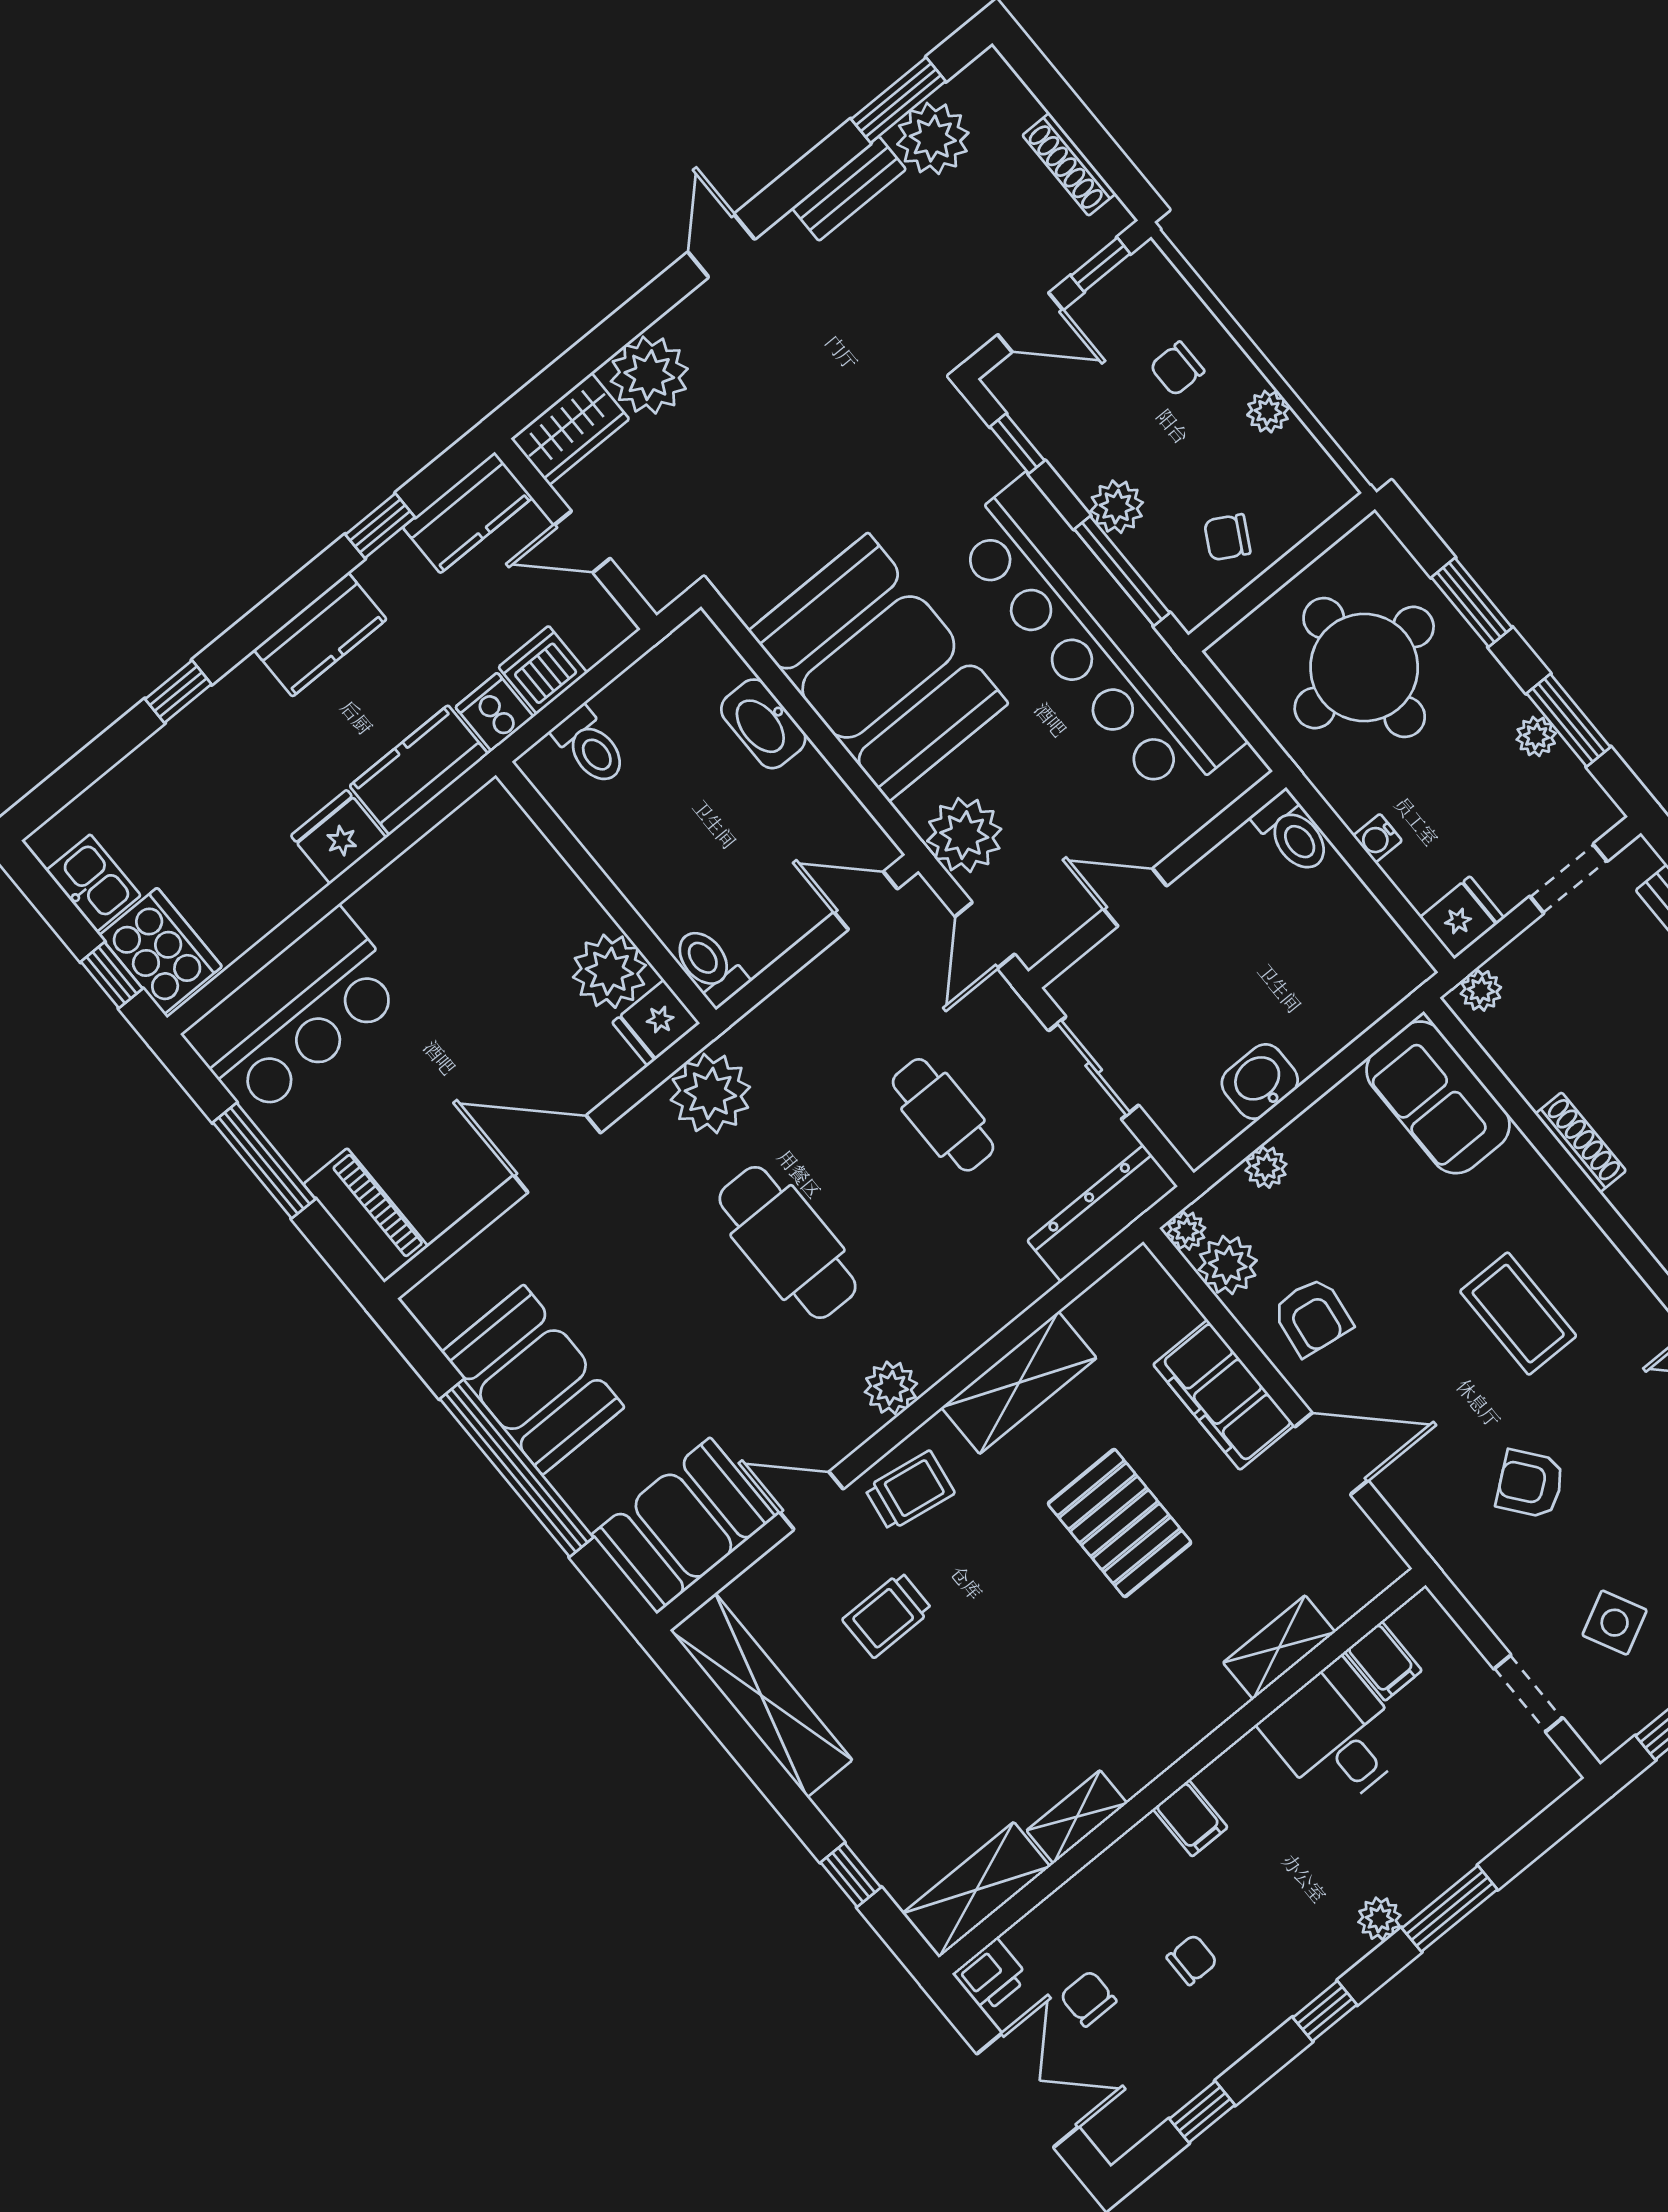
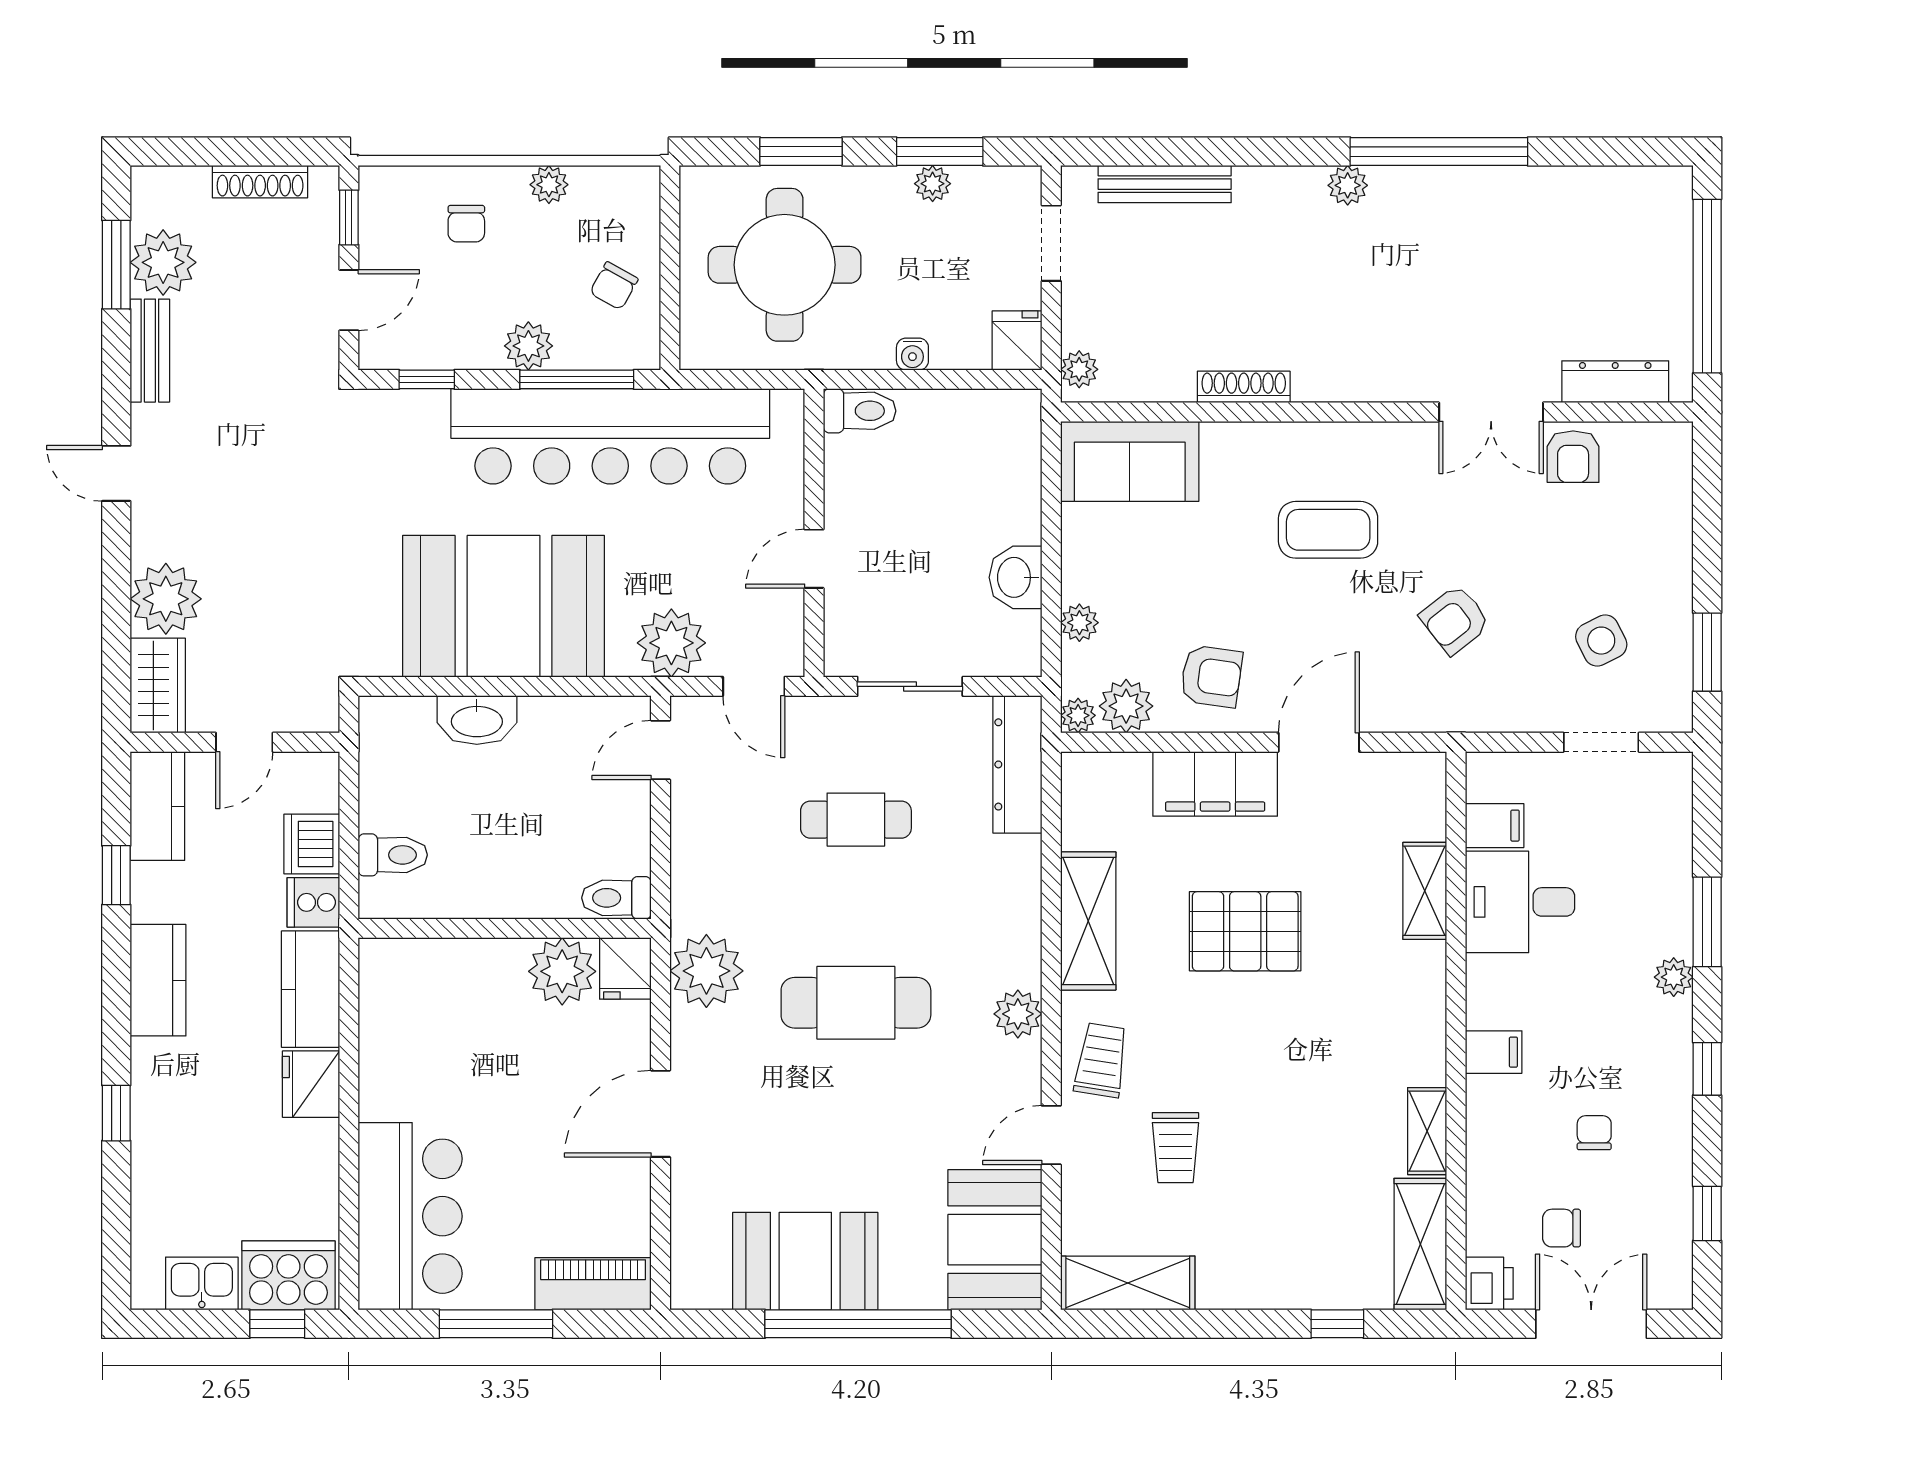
shelving: (761, 1695) -> (1128, 1283), width x0.68

